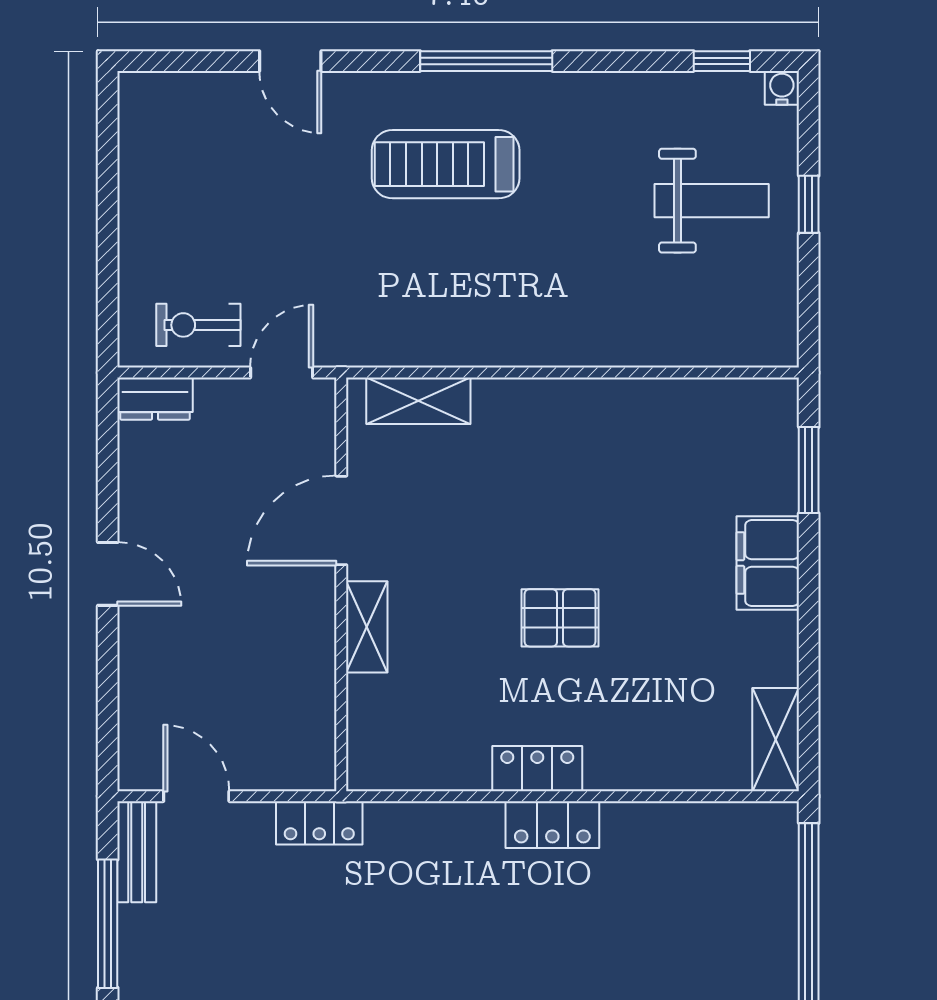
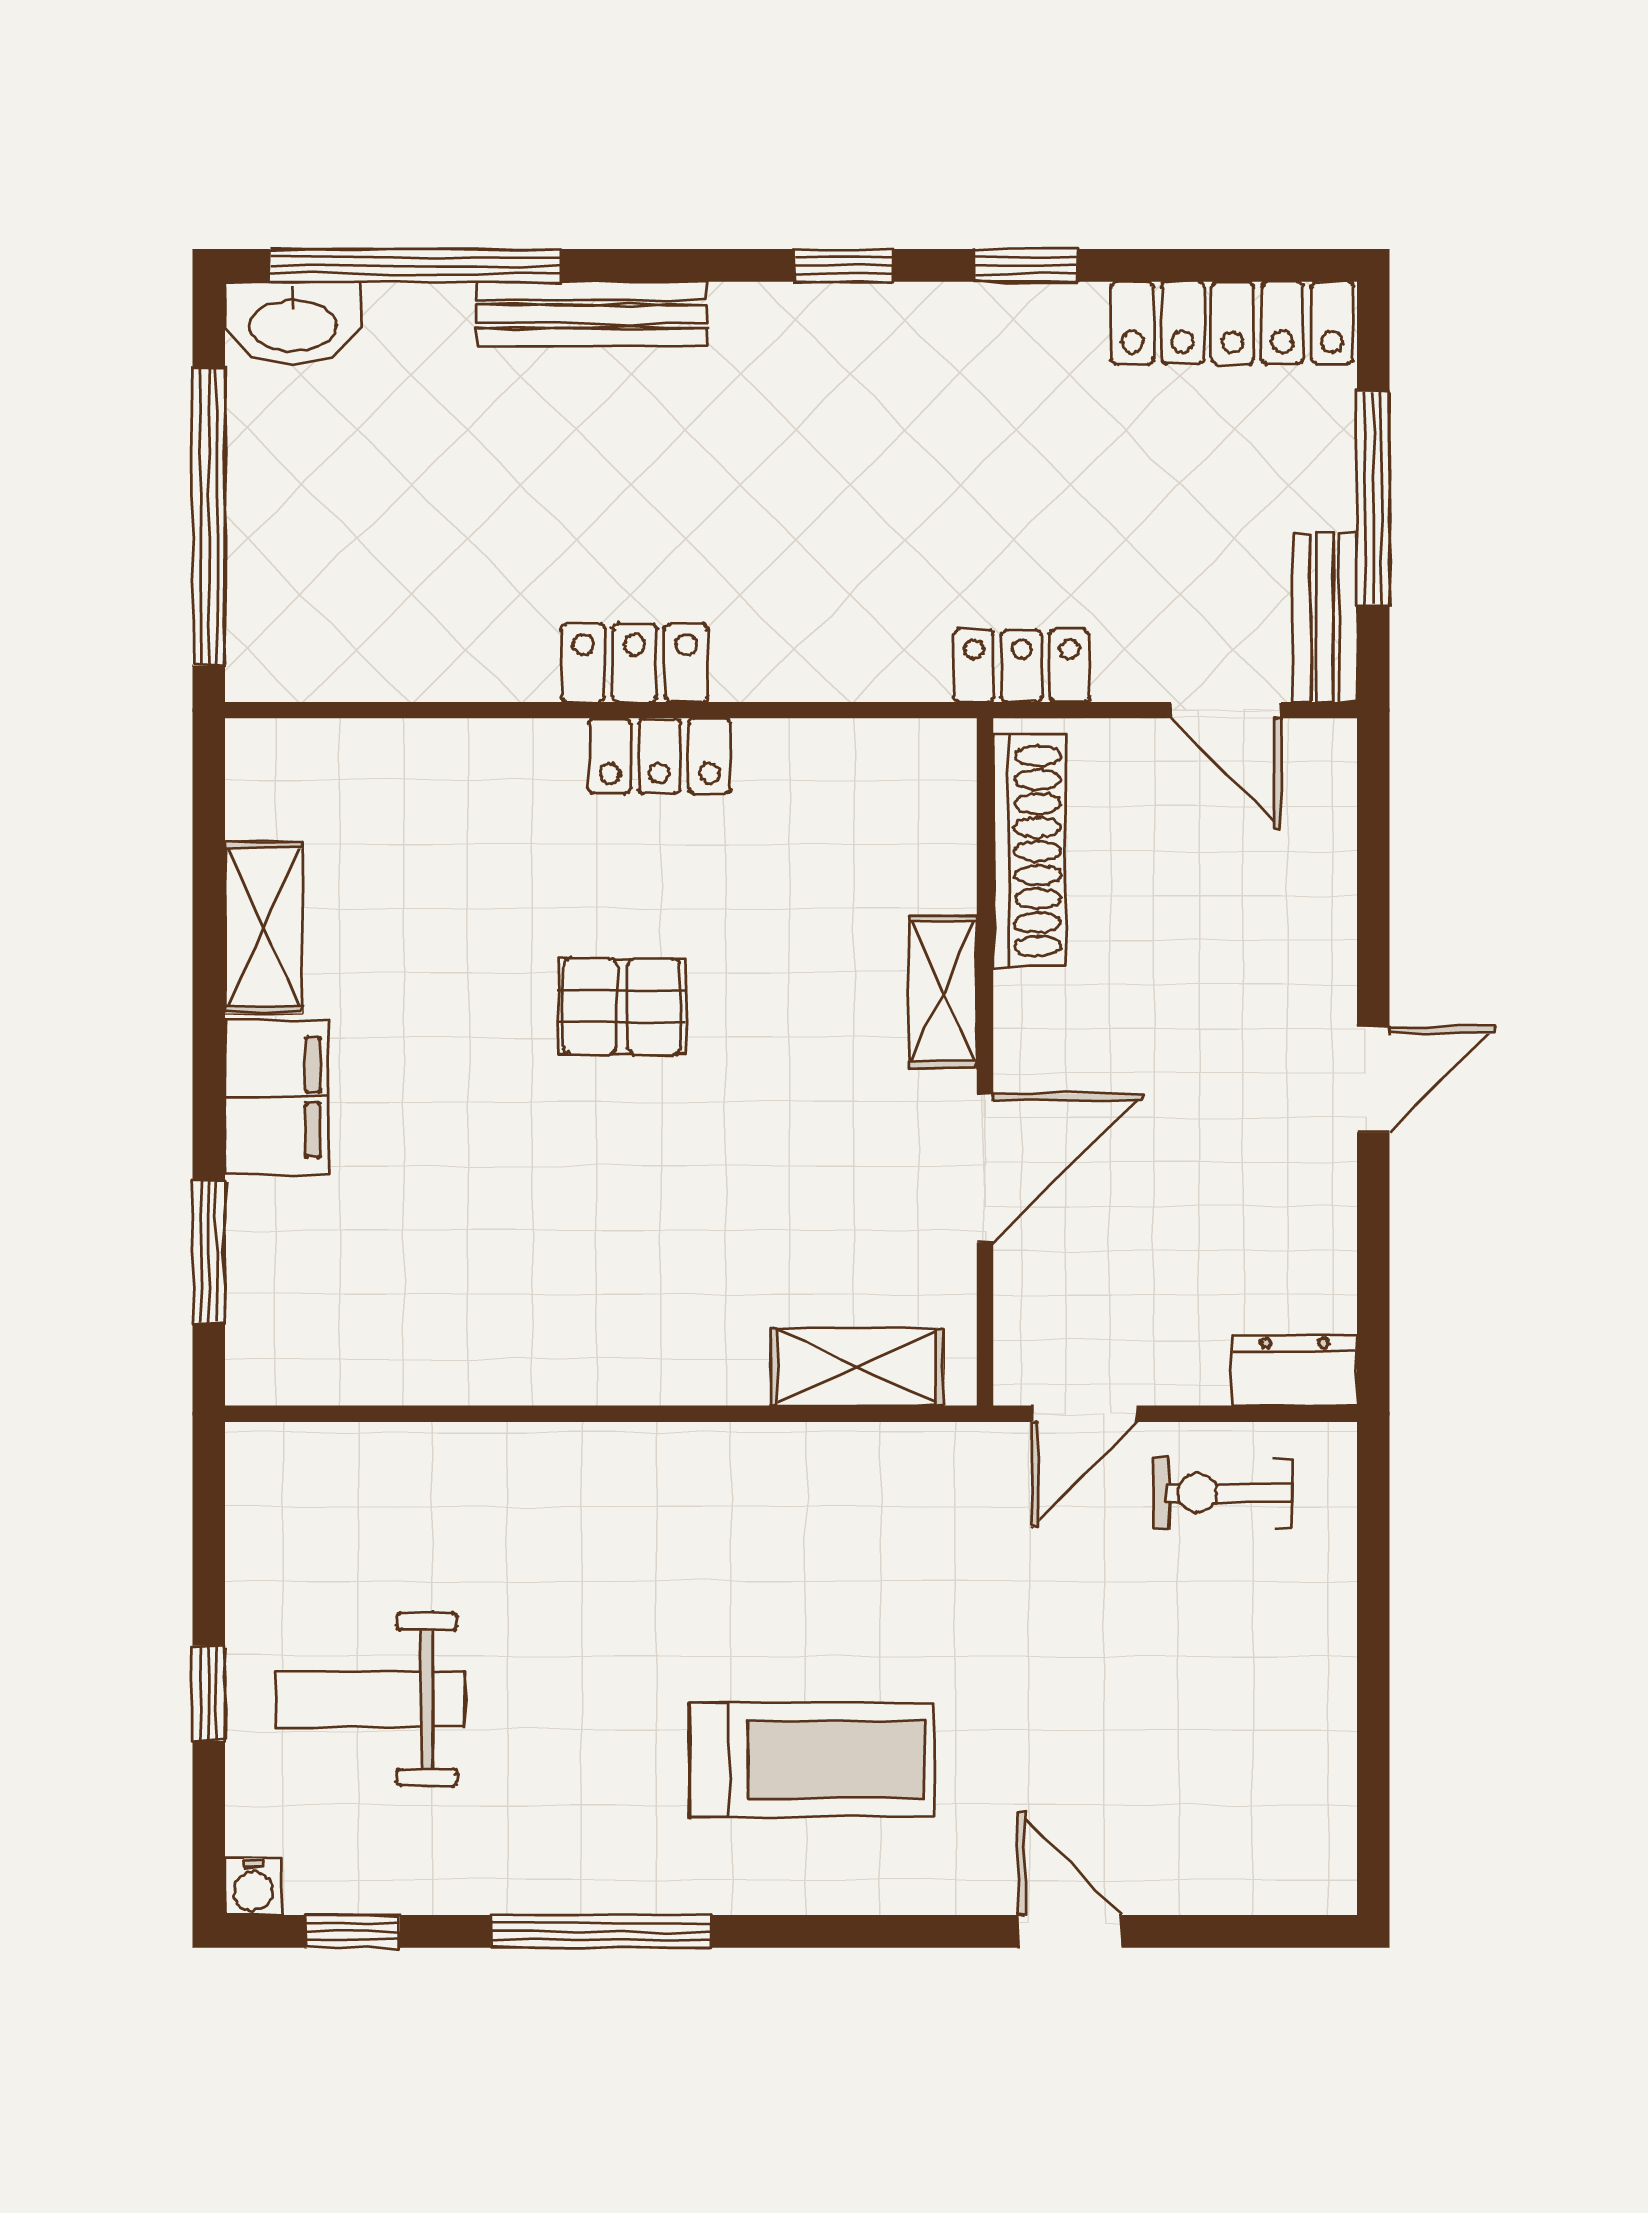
window: (486, 61) -> (601, 1931), moved
exercise bike: (198, 325) -> (1223, 1493), turned 180
door: (108, 574) -> (1373, 1079), swing flipped
shoe rack: (315, 711) -> (1029, 851), added
shelving: (776, 740) -> (263, 927), moved

